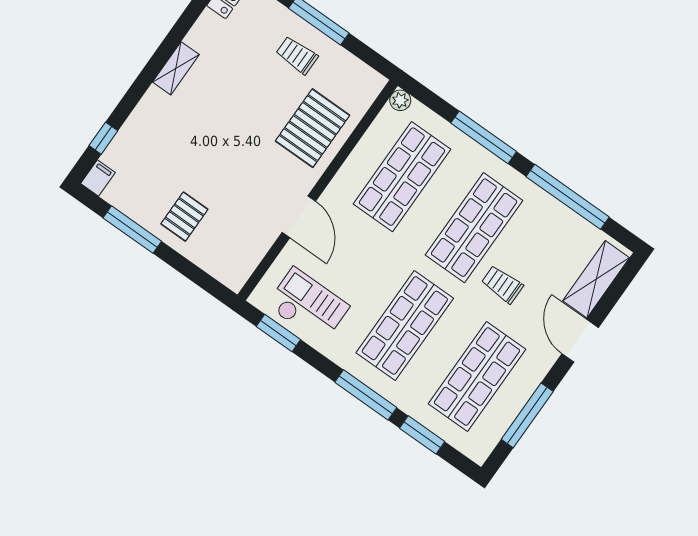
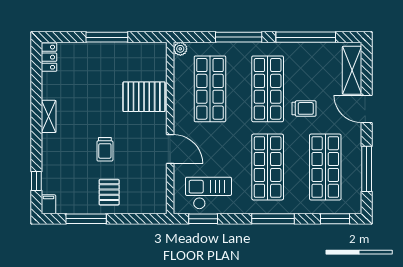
trolley: (297, 55) -> (105, 149), moved, turned -90
pallet: (313, 128) -> (144, 97), turned 90
trolley: (502, 285) -> (304, 108), turned 180
window: (422, 435) -> (335, 219), moved

